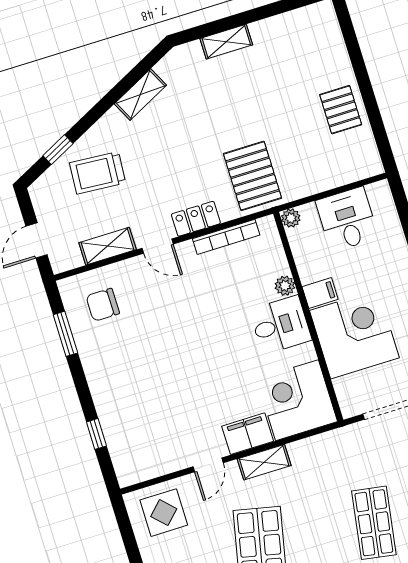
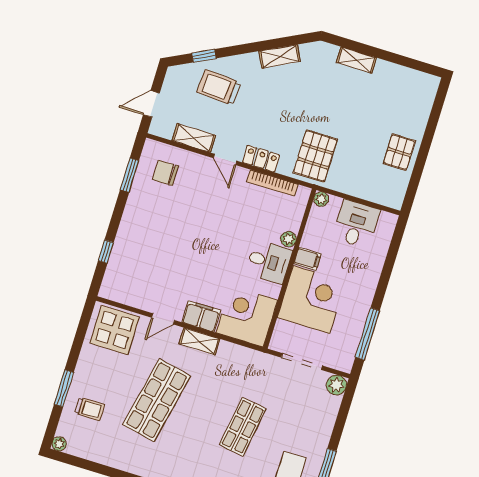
display table: (164, 513) -> (115, 330), width x1.36, depth x1.36

